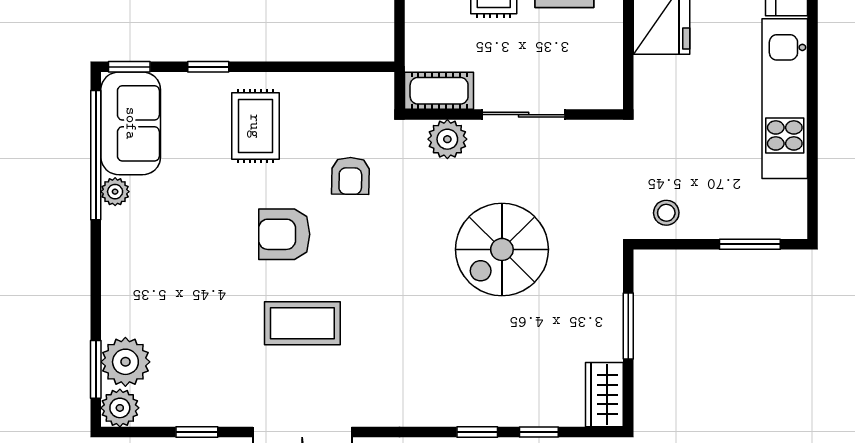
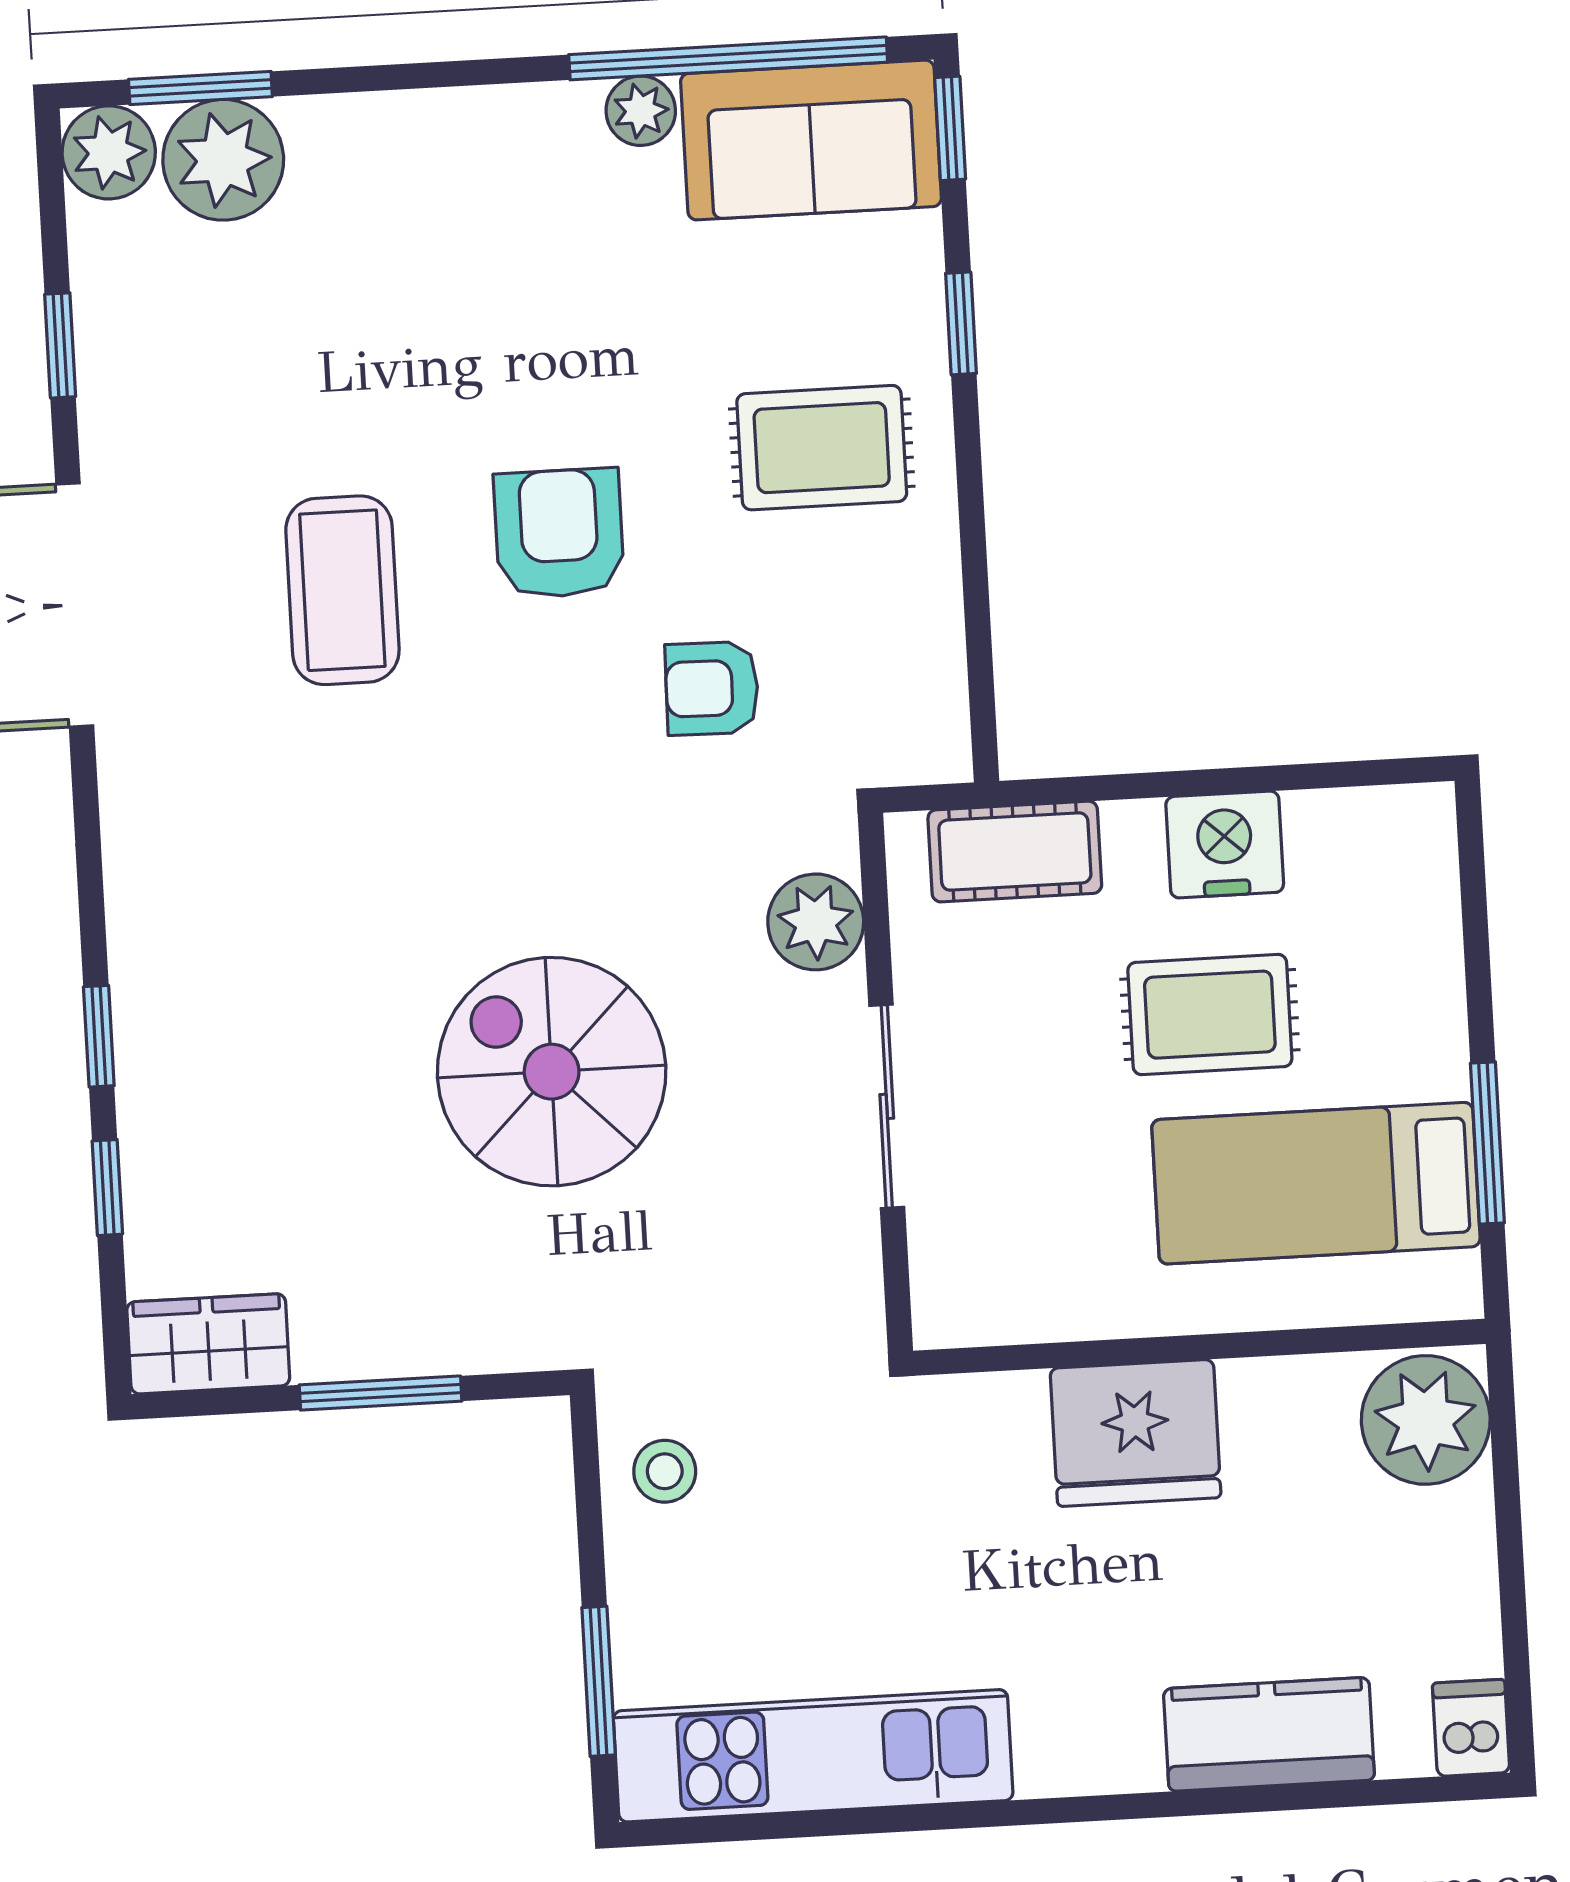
cot: (439, 91) -> (1015, 852), moved, turned 90
kitchen unit: (785, 99) -> (813, 1756), moved

